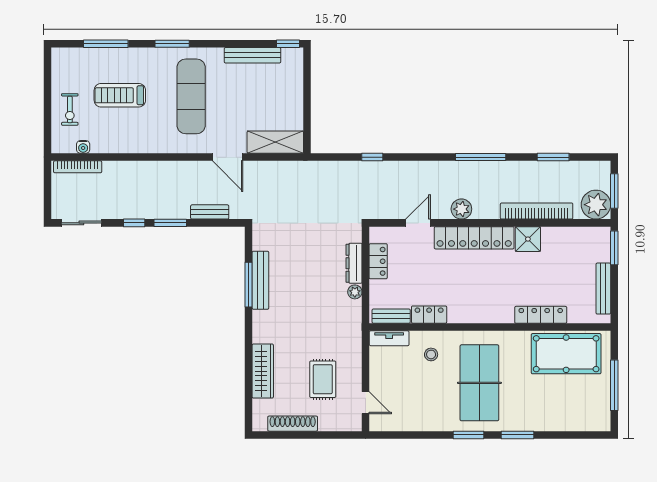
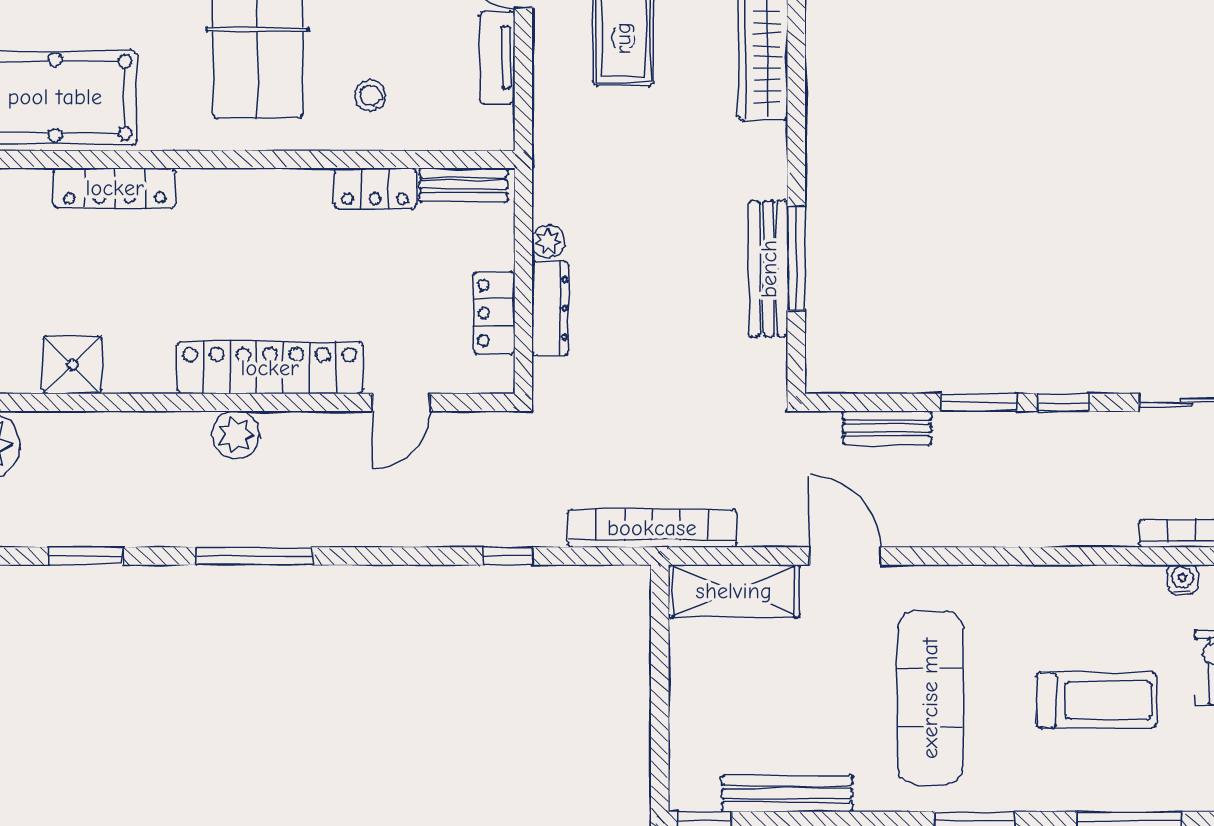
plant: (461, 209) -> (236, 435), moved
bookcase: (537, 211) -> (652, 528), moved, turned 180
shower: (528, 239) -> (72, 365), moved
tv unit: (389, 338) -> (497, 58), moved, turned -90

